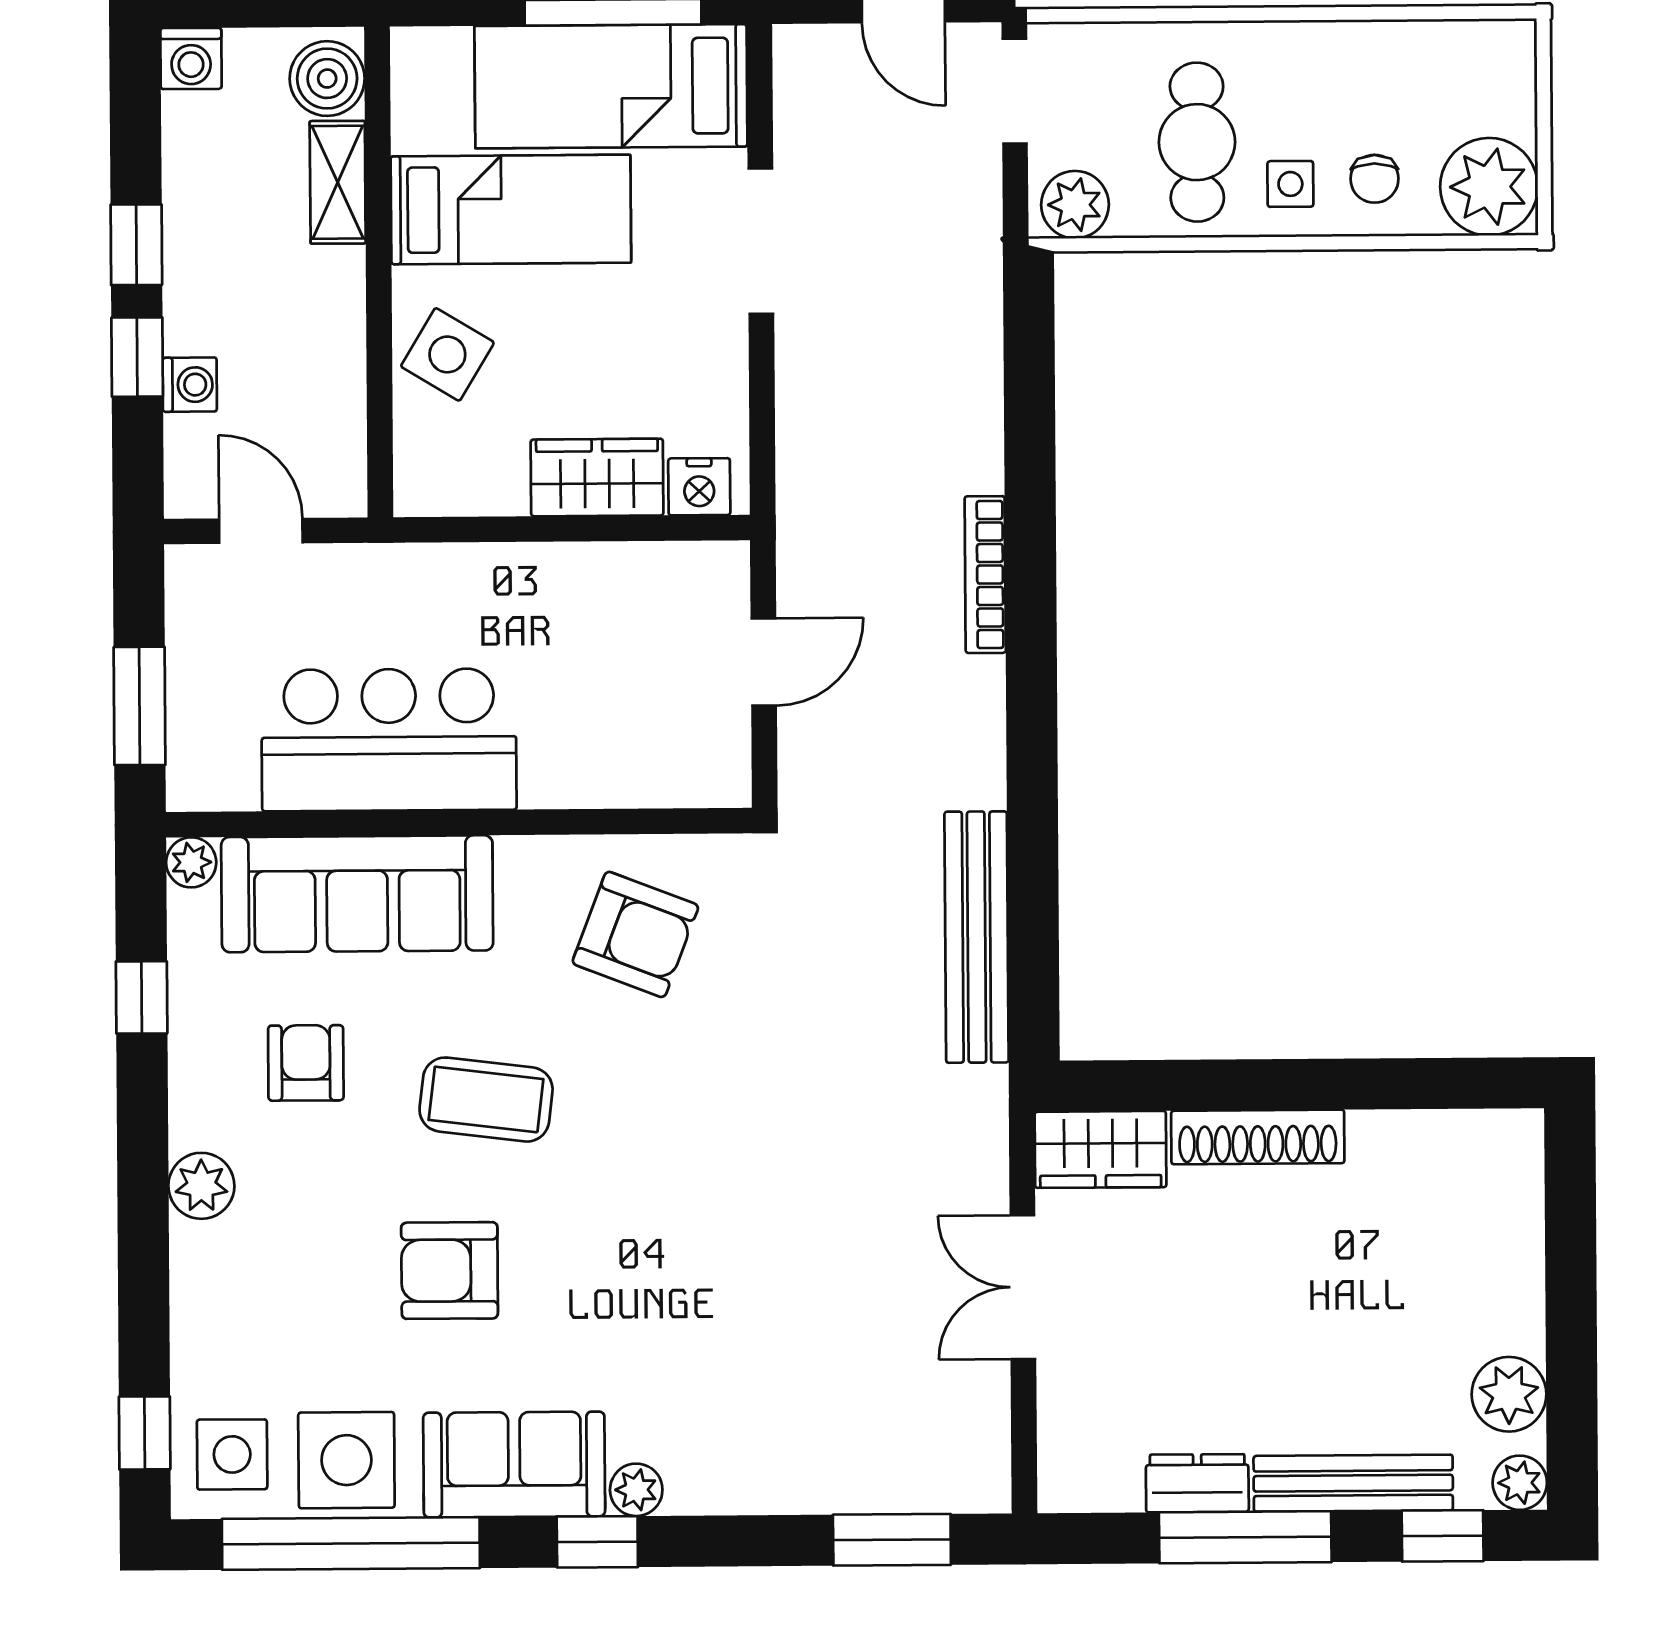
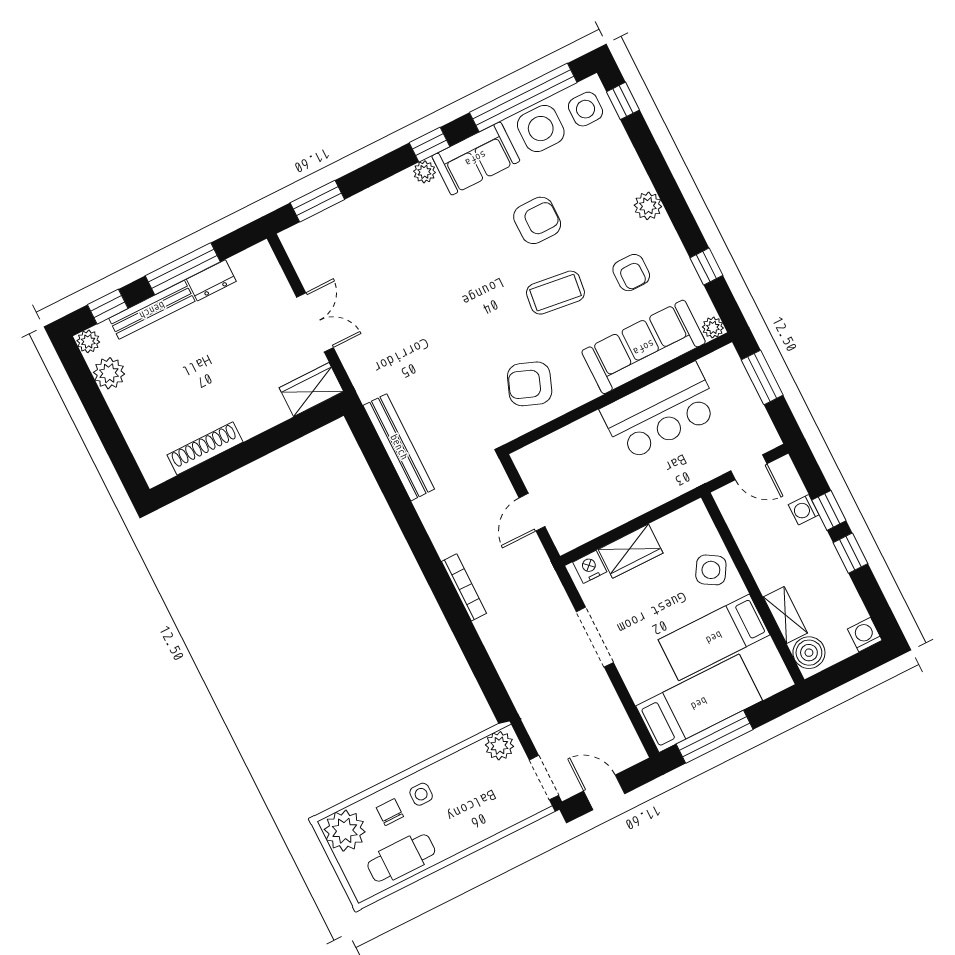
cafe table: (1197, 142) -> (401, 858), moved, turned 90
doorway: (761, 241) -> (595, 637), moved
shoe rack: (1258, 1137) -> (205, 448), moved

